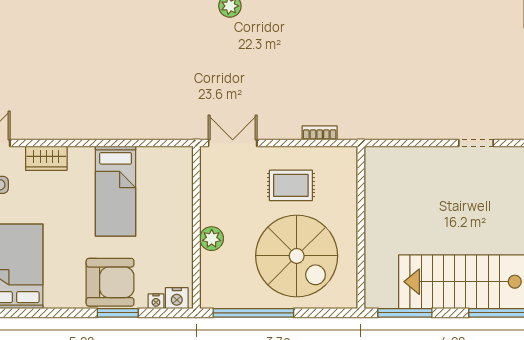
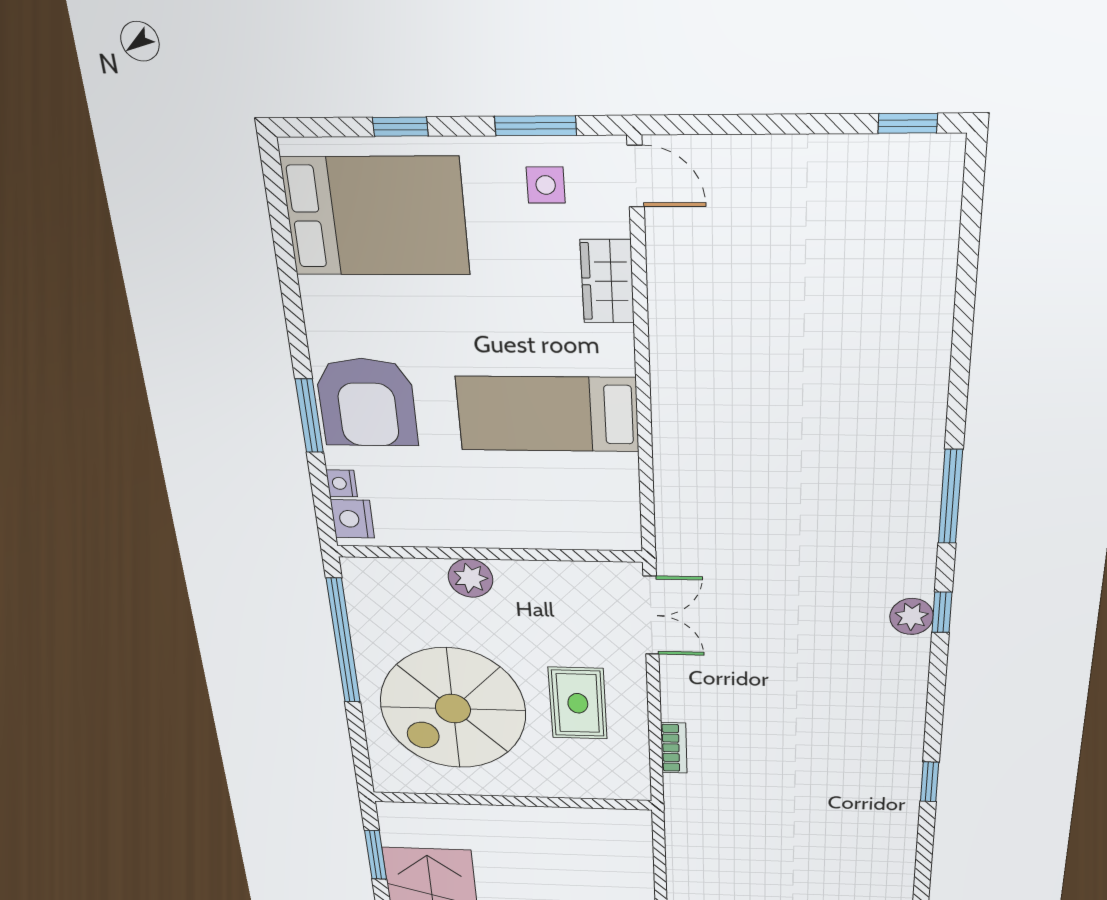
window: (405, 313) -> (376, 855), width x0.69

